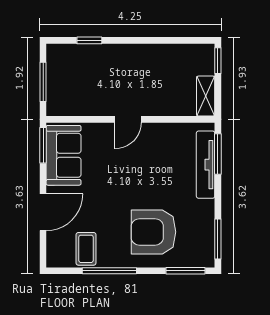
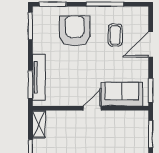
sofa: (64, 155) -> (122, 94), moved, turned 90
armchair: (153, 232) -> (75, 31), turned -90
coffee table: (86, 249) -> (115, 35), moved

